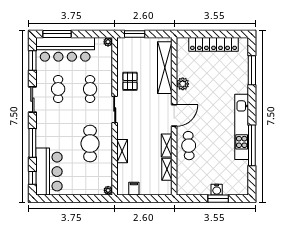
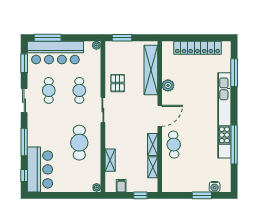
kitchen unit: (242, 127) -> (224, 115), width x1.36
shelving: (122, 151) -> (110, 160), moved
water cooler: (217, 190) -> (215, 187), moved
window: (154, 199) -> (140, 195), added

